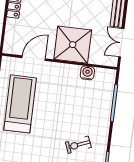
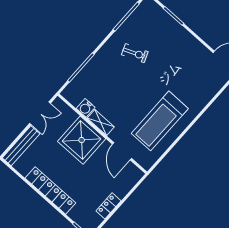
door: (34, 58) -> (122, 151), hinge flipped
shelving: (67, 70) -> (101, 123), added

